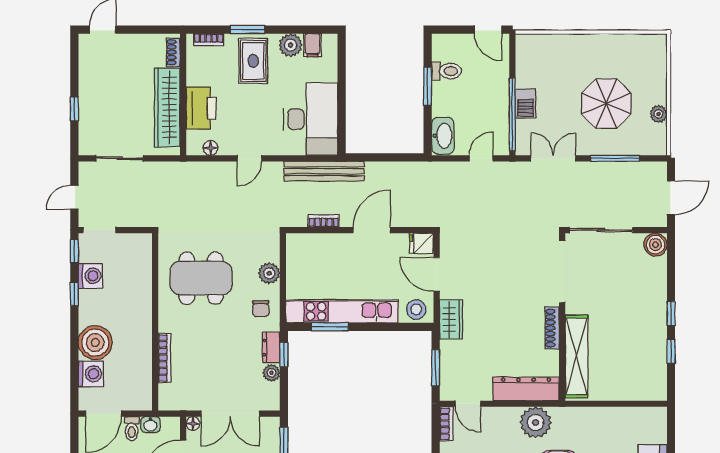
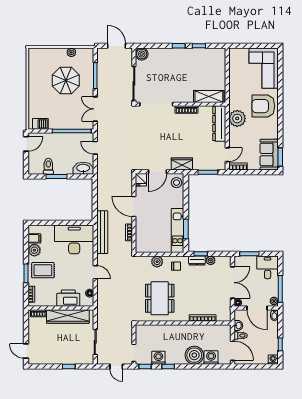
barbecue: (526, 103) -> (40, 124), moved
kitchen unit: (342, 311) -> (178, 231), width x0.73
shelving: (577, 356) -> (209, 96), width x0.68

